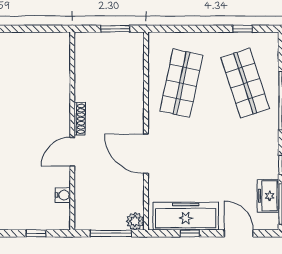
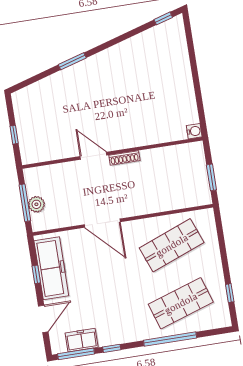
shop shelf: (181, 83) -> (172, 245), turned -33
door: (146, 154) -> (102, 223), swing flipped
water cooler: (63, 195) -> (194, 131), moved, turned -90
plant: (135, 221) -> (36, 204), moved

